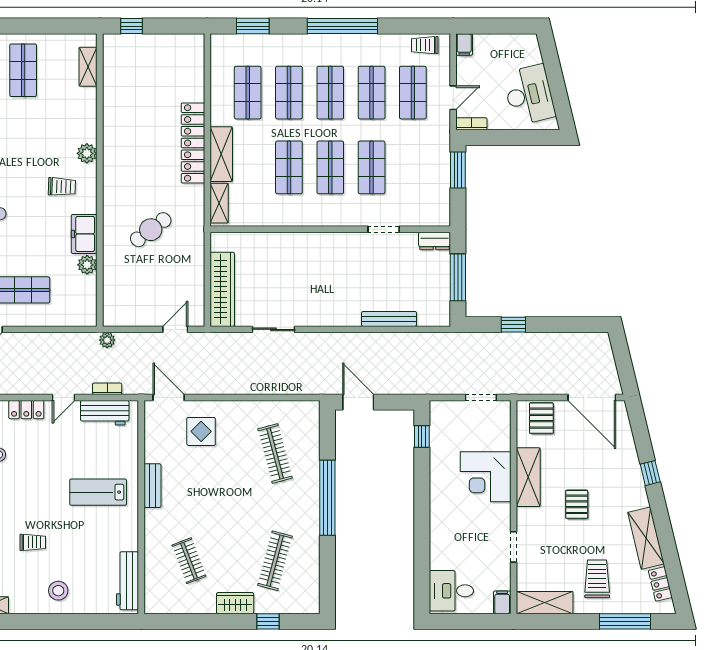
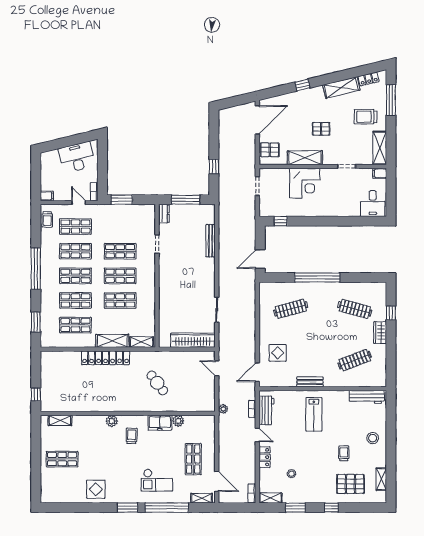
clothes rail: (189, 561) -> (355, 360), width x1.36

